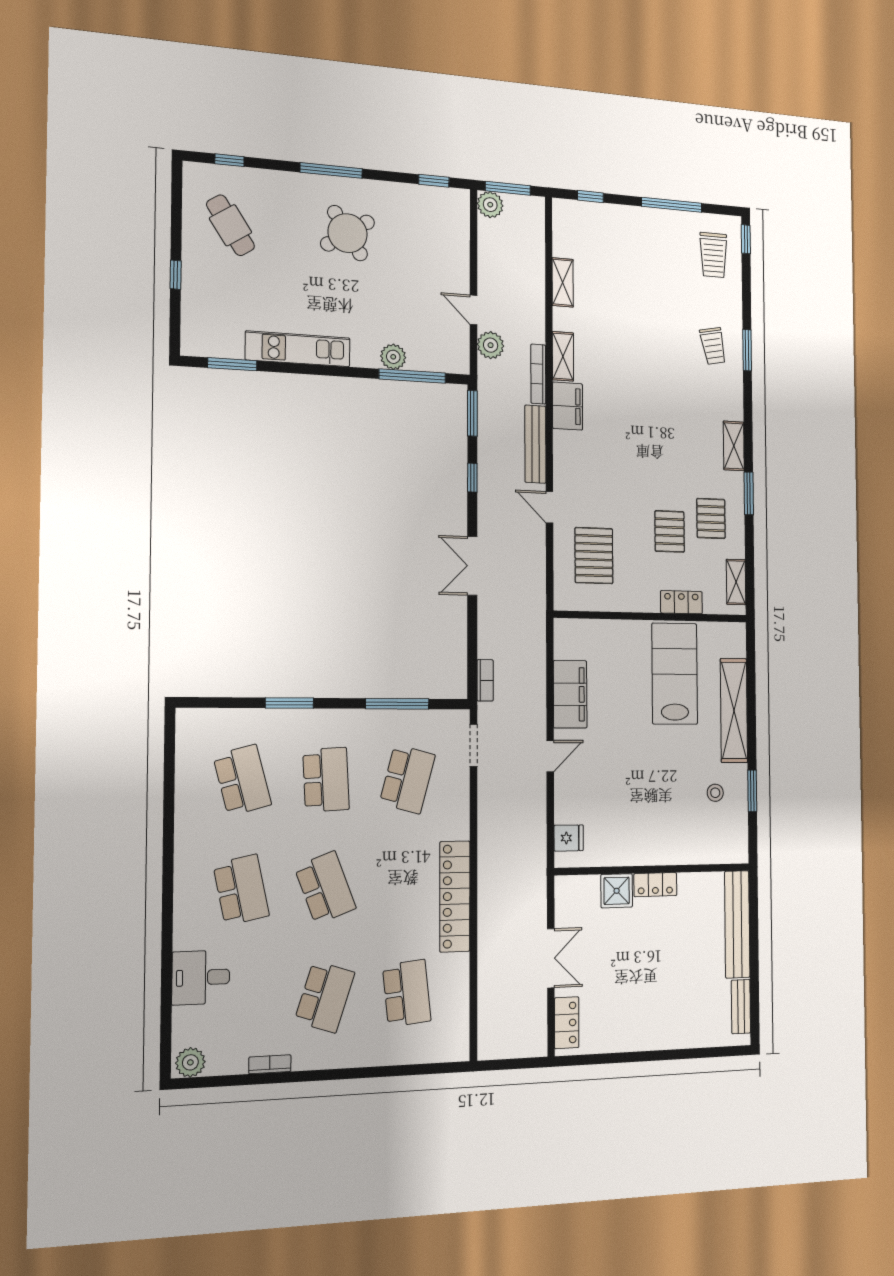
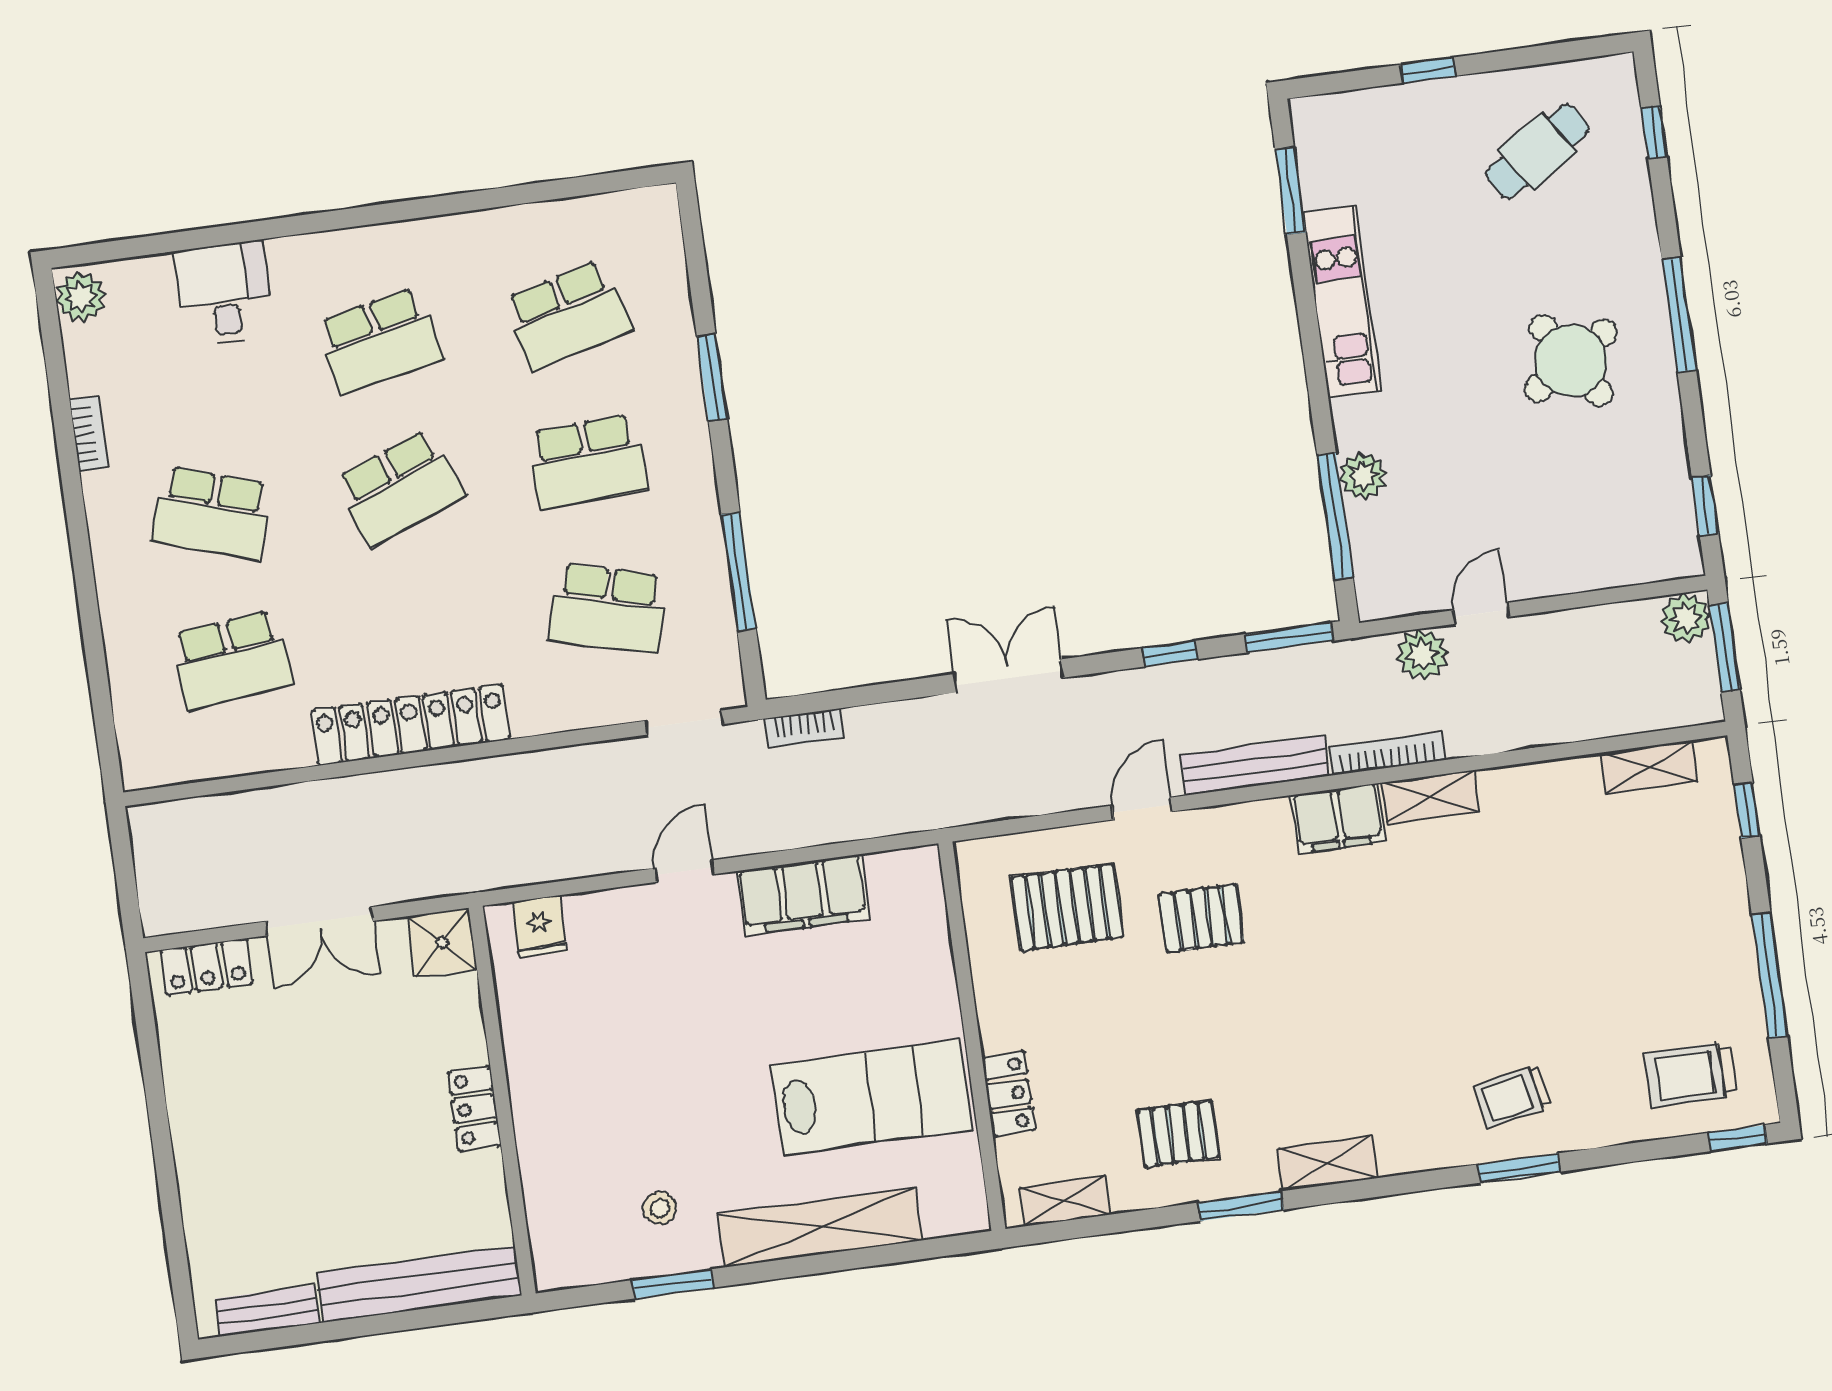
shelving: (563, 282) -> (1649, 767), moved
pallet: (670, 531) -> (1201, 918), moved
door: (550, 756) -> (684, 871), swing flipped
shower: (617, 891) -> (442, 943), moved

